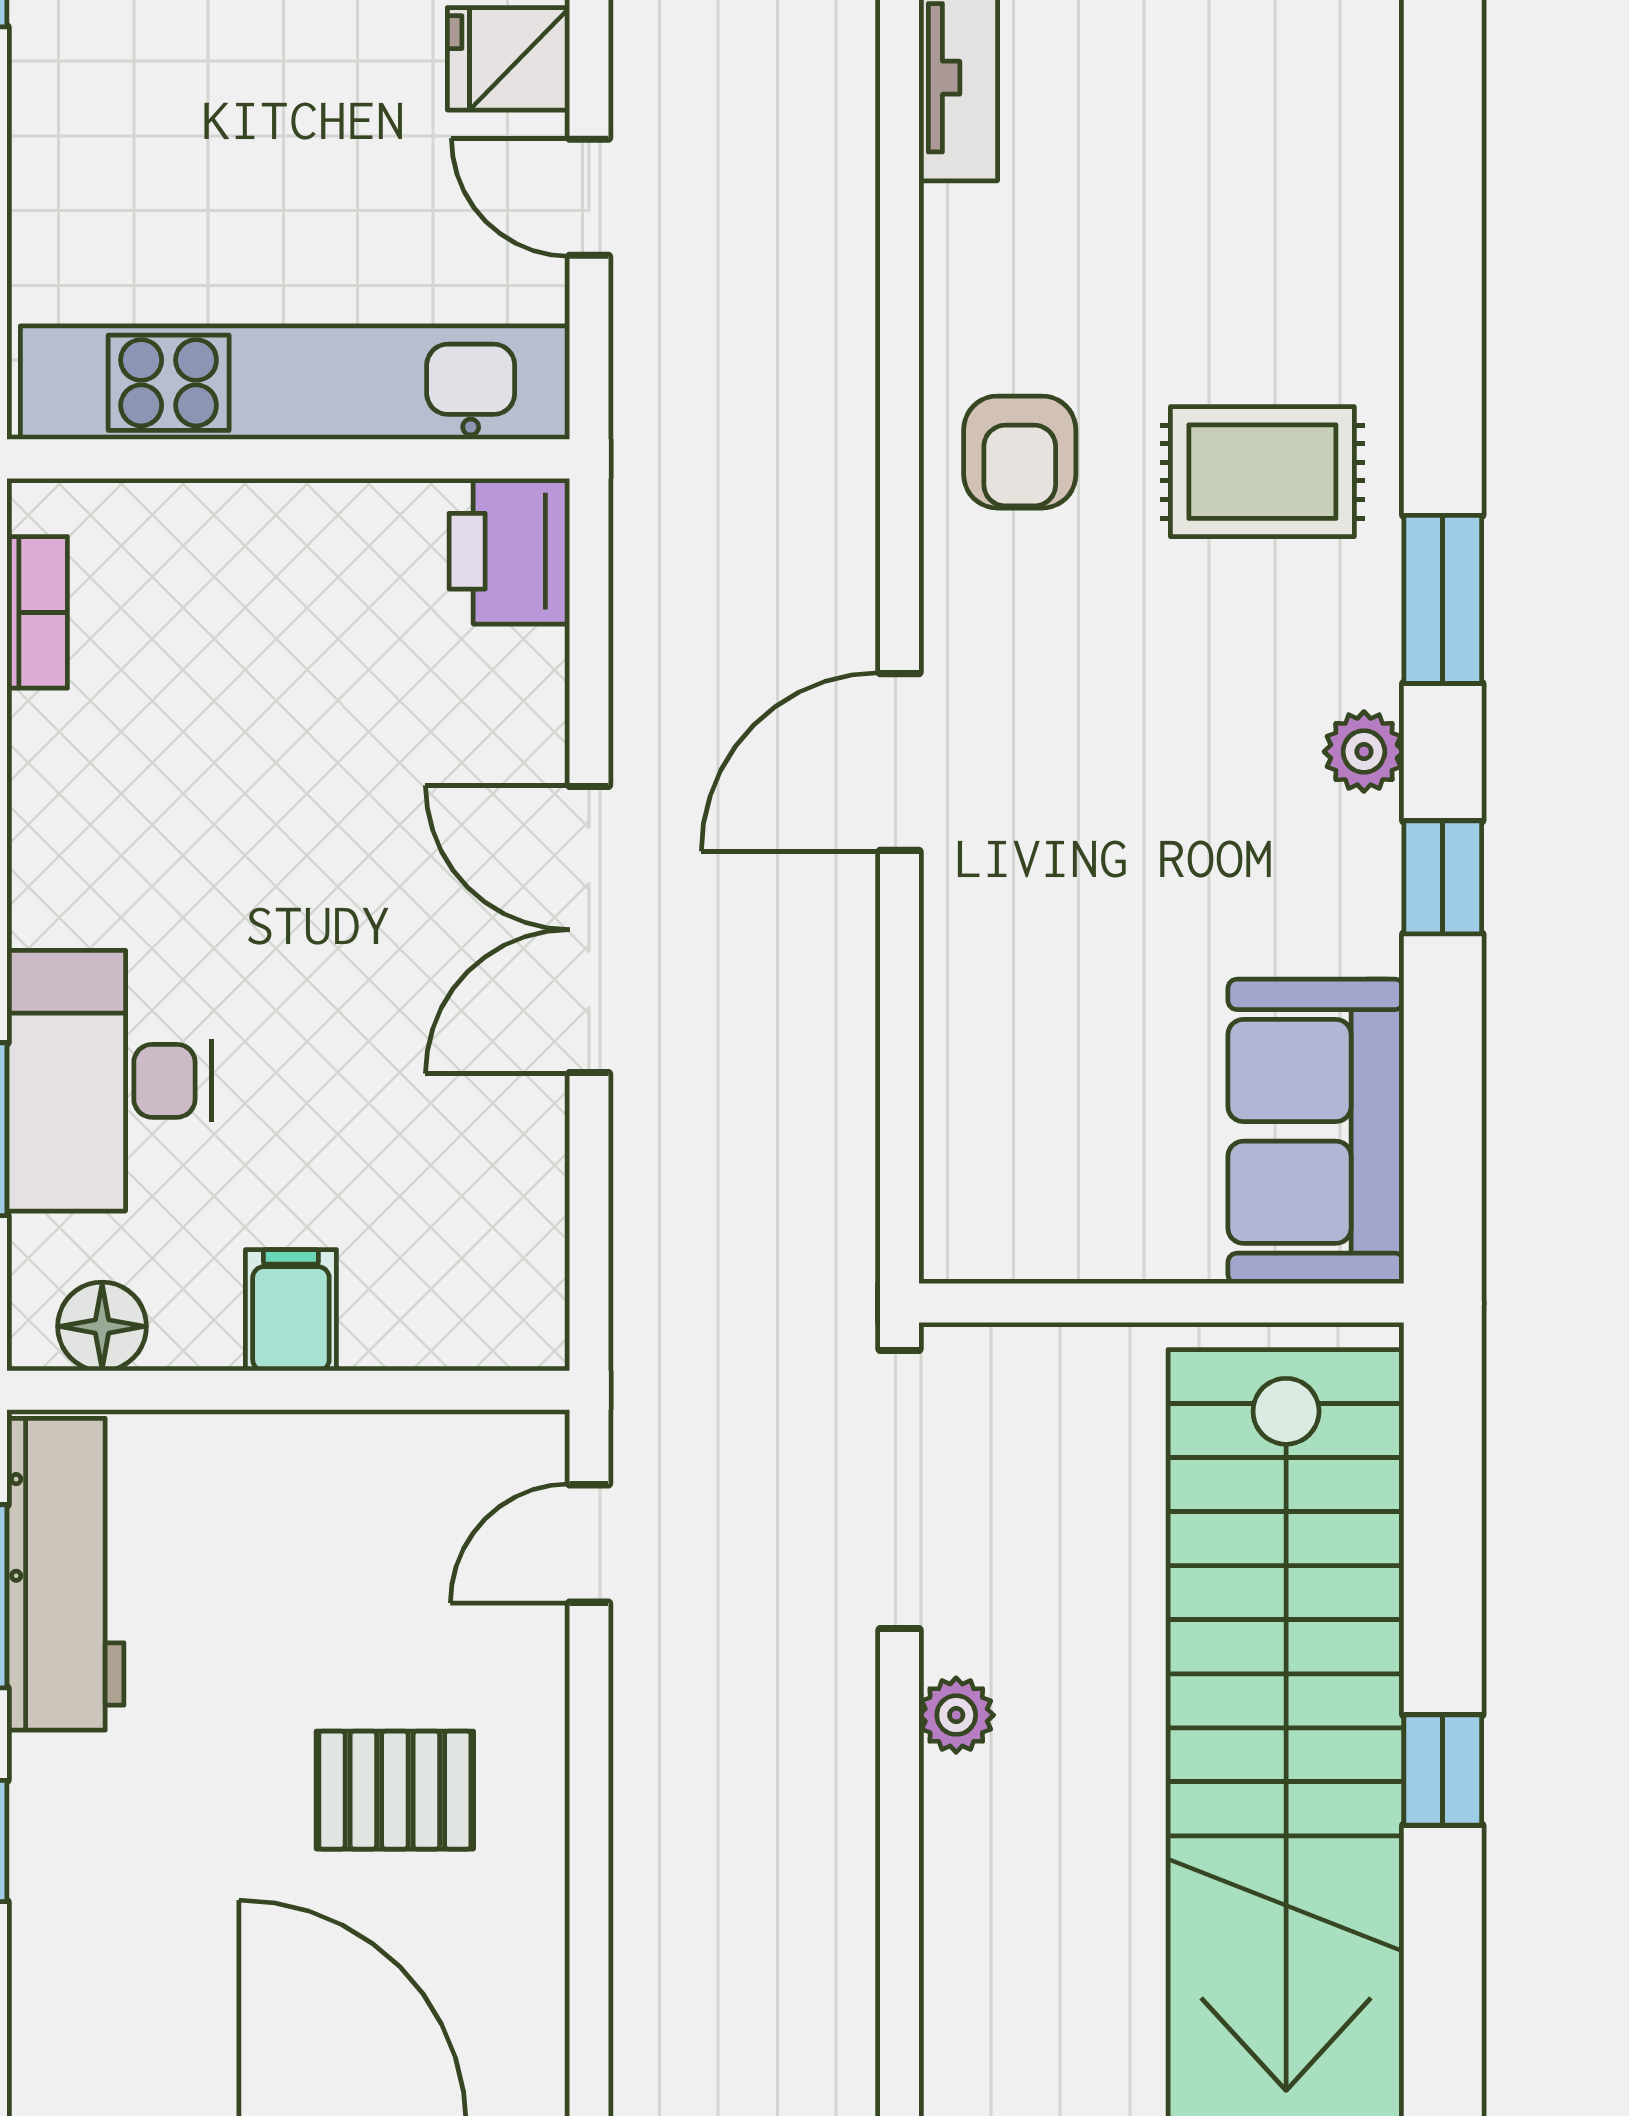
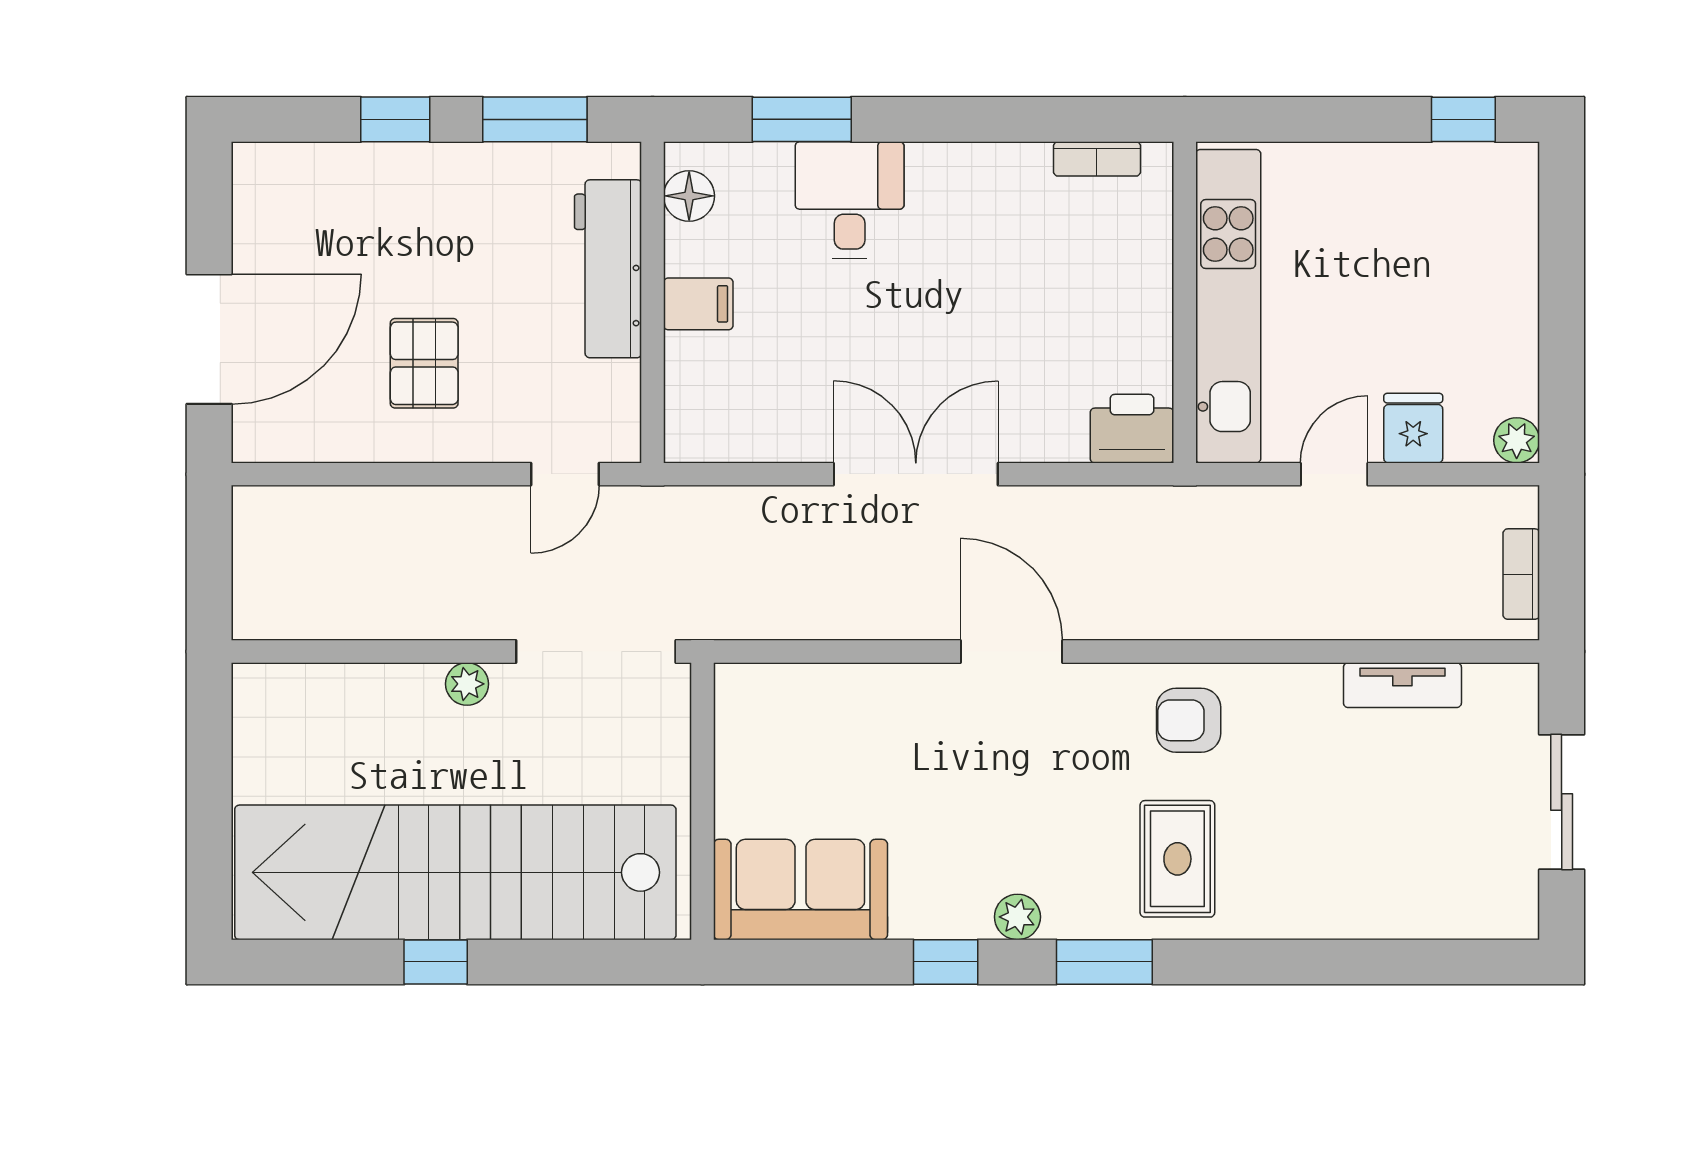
desk: (109, 1081) -> (850, 200), width x0.73
door: (589, 1543) -> (565, 474), swing flipped
workbench: (65, 1574) -> (608, 269), moved, turned 90

